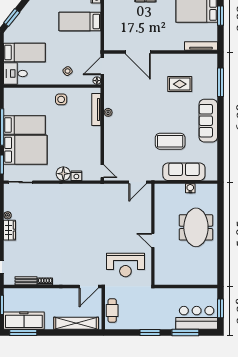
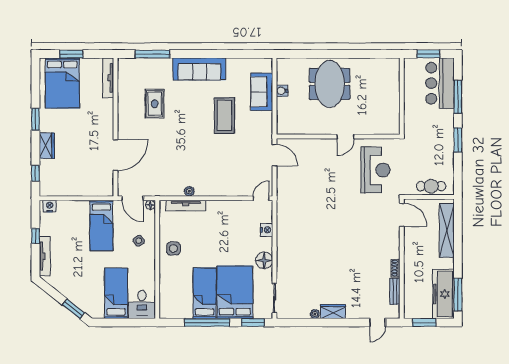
bed: (80, 21) -> (101, 226), moved
sofa: (184, 172) -> (262, 92), width x0.73
floor lamp: (63, 174) -> (264, 260), moved
meeting table: (196, 227) -> (330, 84), turned 90

